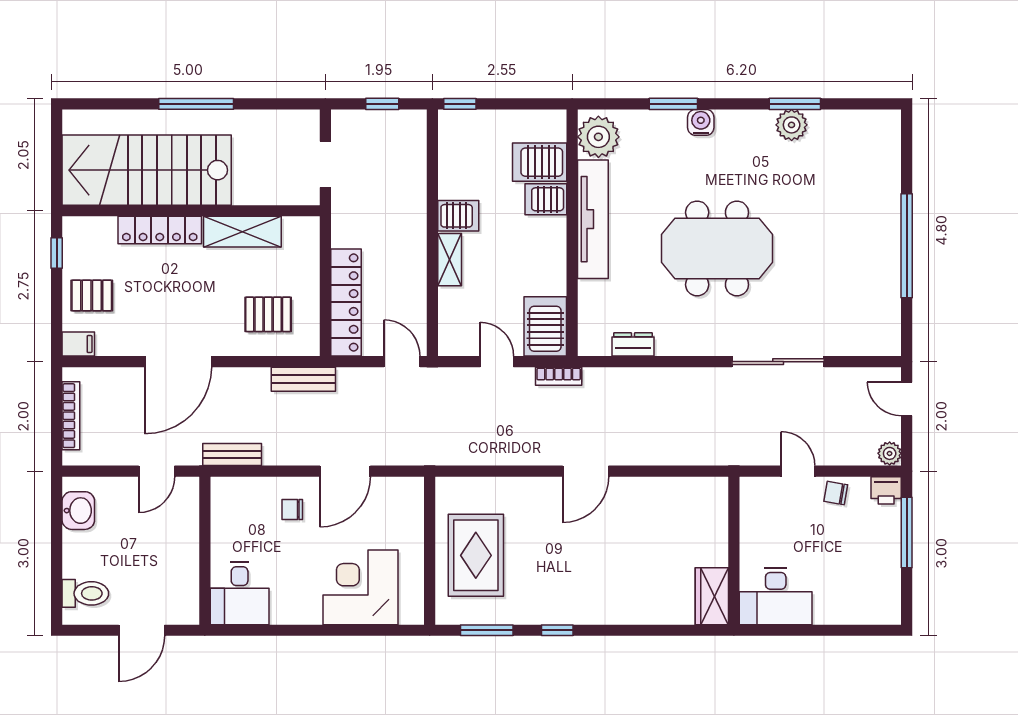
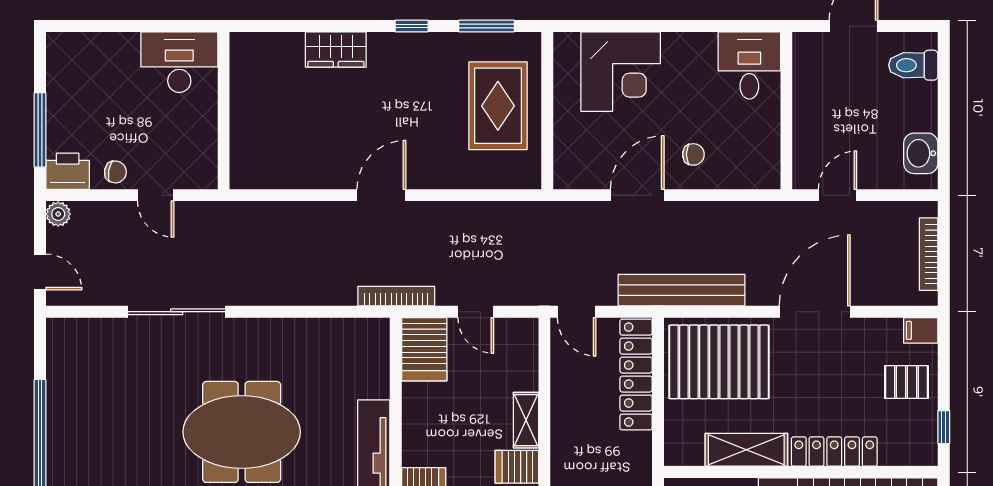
pallet: (268, 314) -> (719, 362), width x2.05, depth x2.00
dresser: (633, 344) -> (331, 330), removed
bookcase: (559, 376) -> (396, 296), width x1.56
bench: (303, 379) -> (681, 290), width x1.86, depth x1.21
bench: (232, 455) -> (757, 213), removed
printer: (886, 490) -> (68, 171), width x1.36, depth x1.24
wardrobe: (712, 596) -> (336, 49), moved, turned 90

